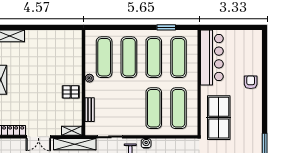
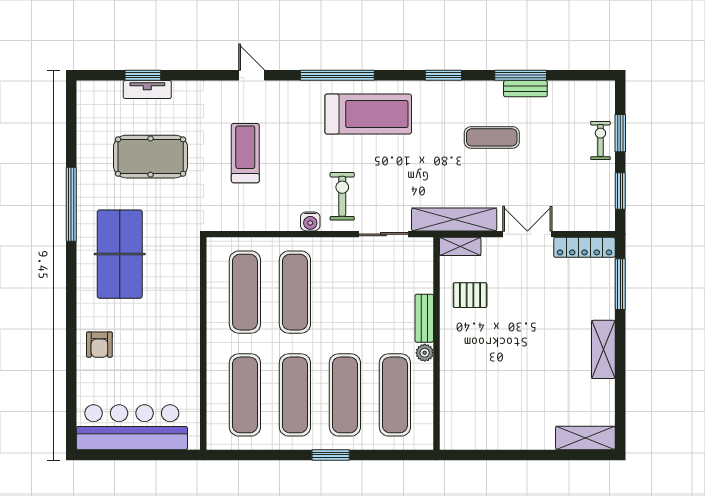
window: (166, 27) -> (331, 455), moved
bar counter: (212, 58) -> (132, 427), moved, turned 90
pallet: (71, 92) -> (470, 295), moved
bench: (90, 110) -> (424, 318), moved
table tennis table: (219, 118) -> (120, 254), moved

